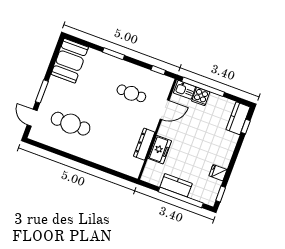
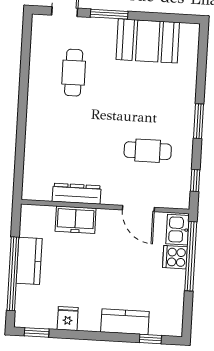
window: (113, 54) -> (199, 121), moved
booth: (70, 61) -> (148, 41), moved
cafe table: (131, 93) -> (148, 151), turned 90
kitchen counter: (238, 118) -> (125, 322), moved
cafe table: (71, 124) -> (74, 73), width x0.73, depth x0.74

